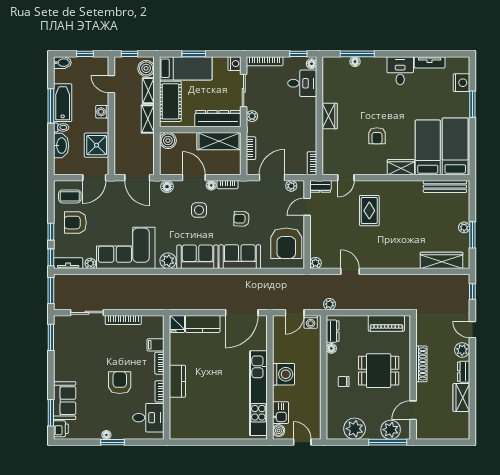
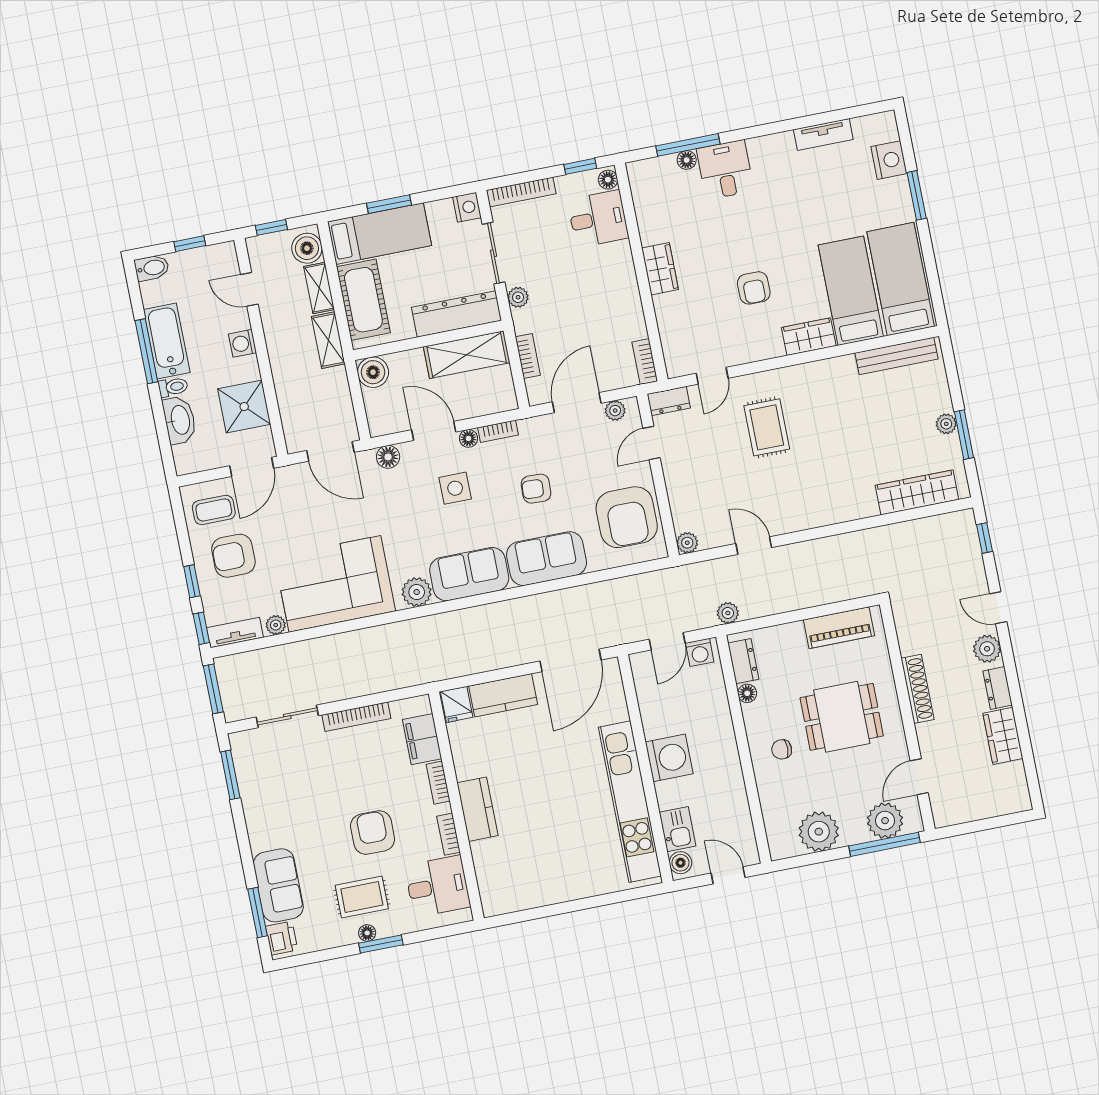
desk: (400, 71) -> (725, 170), moved
filing cabinet: (156, 345) -> (422, 739), width x2.00
rug: (107, 415) -> (362, 897), added

